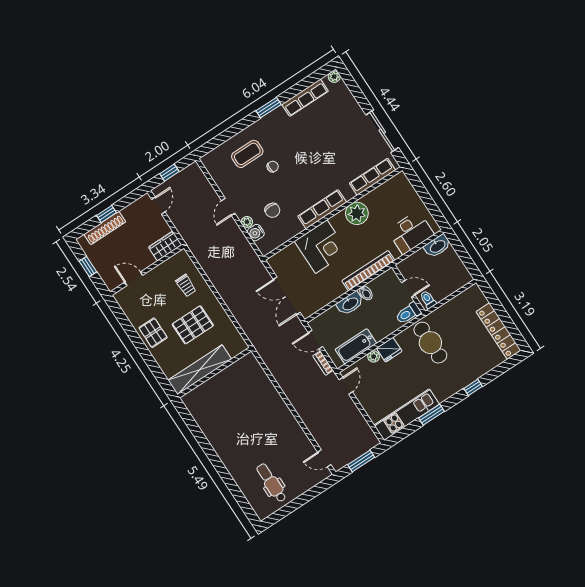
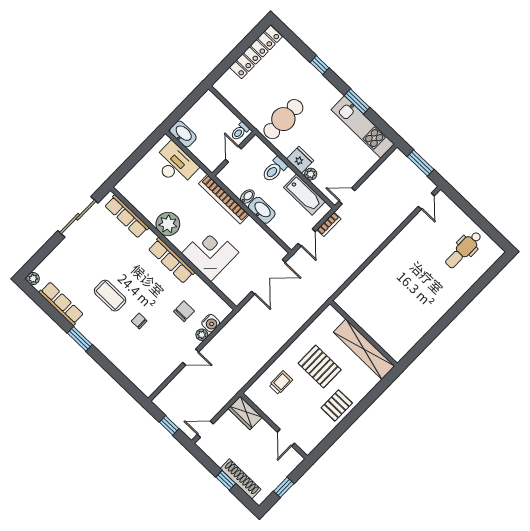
coffee table: (247, 154) -> (110, 296), moved
toilet: (408, 313) -> (274, 170), moved, turned 90

